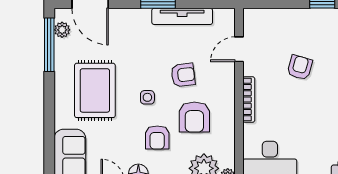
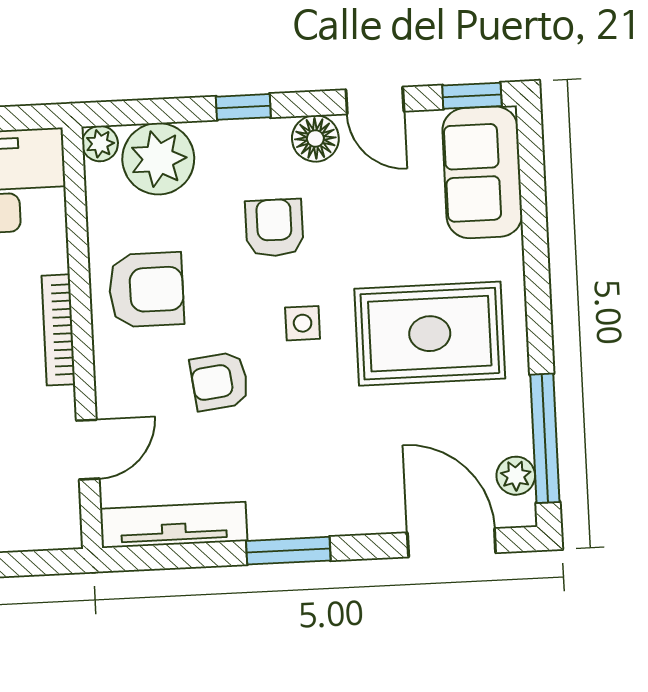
tv unit: (182, 16) -> (174, 525), moved
rug: (95, 90) -> (430, 334), turned 90
armchair: (194, 117) -> (146, 290), moved, turned 90

